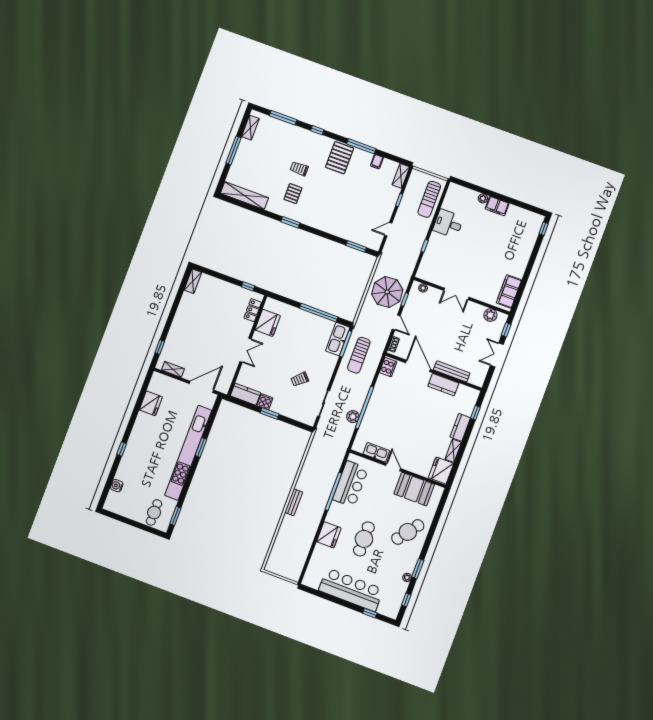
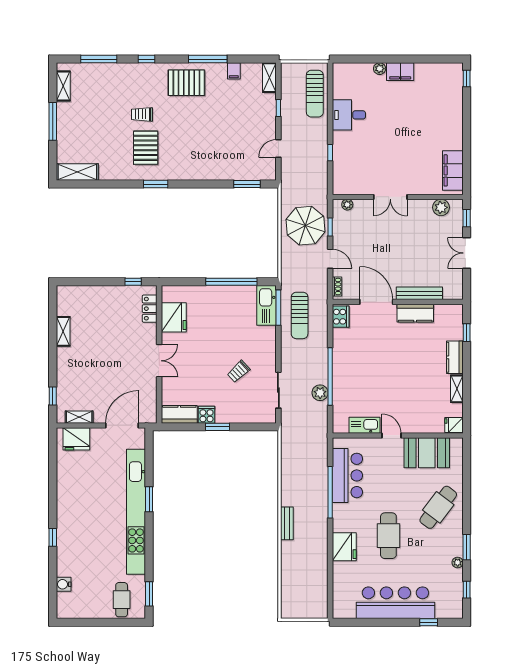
pallet: (340, 158) -> (186, 83), turned 90
pallet: (293, 194) -> (146, 148), width x1.50, depth x1.42
shelving: (244, 196) -> (77, 172), width x0.68
shelving: (193, 281) -> (63, 331), moved
fridge: (151, 403) -> (76, 439), moved, turned 90
fridge: (441, 471) -> (454, 425), width x0.53, depth x0.75

